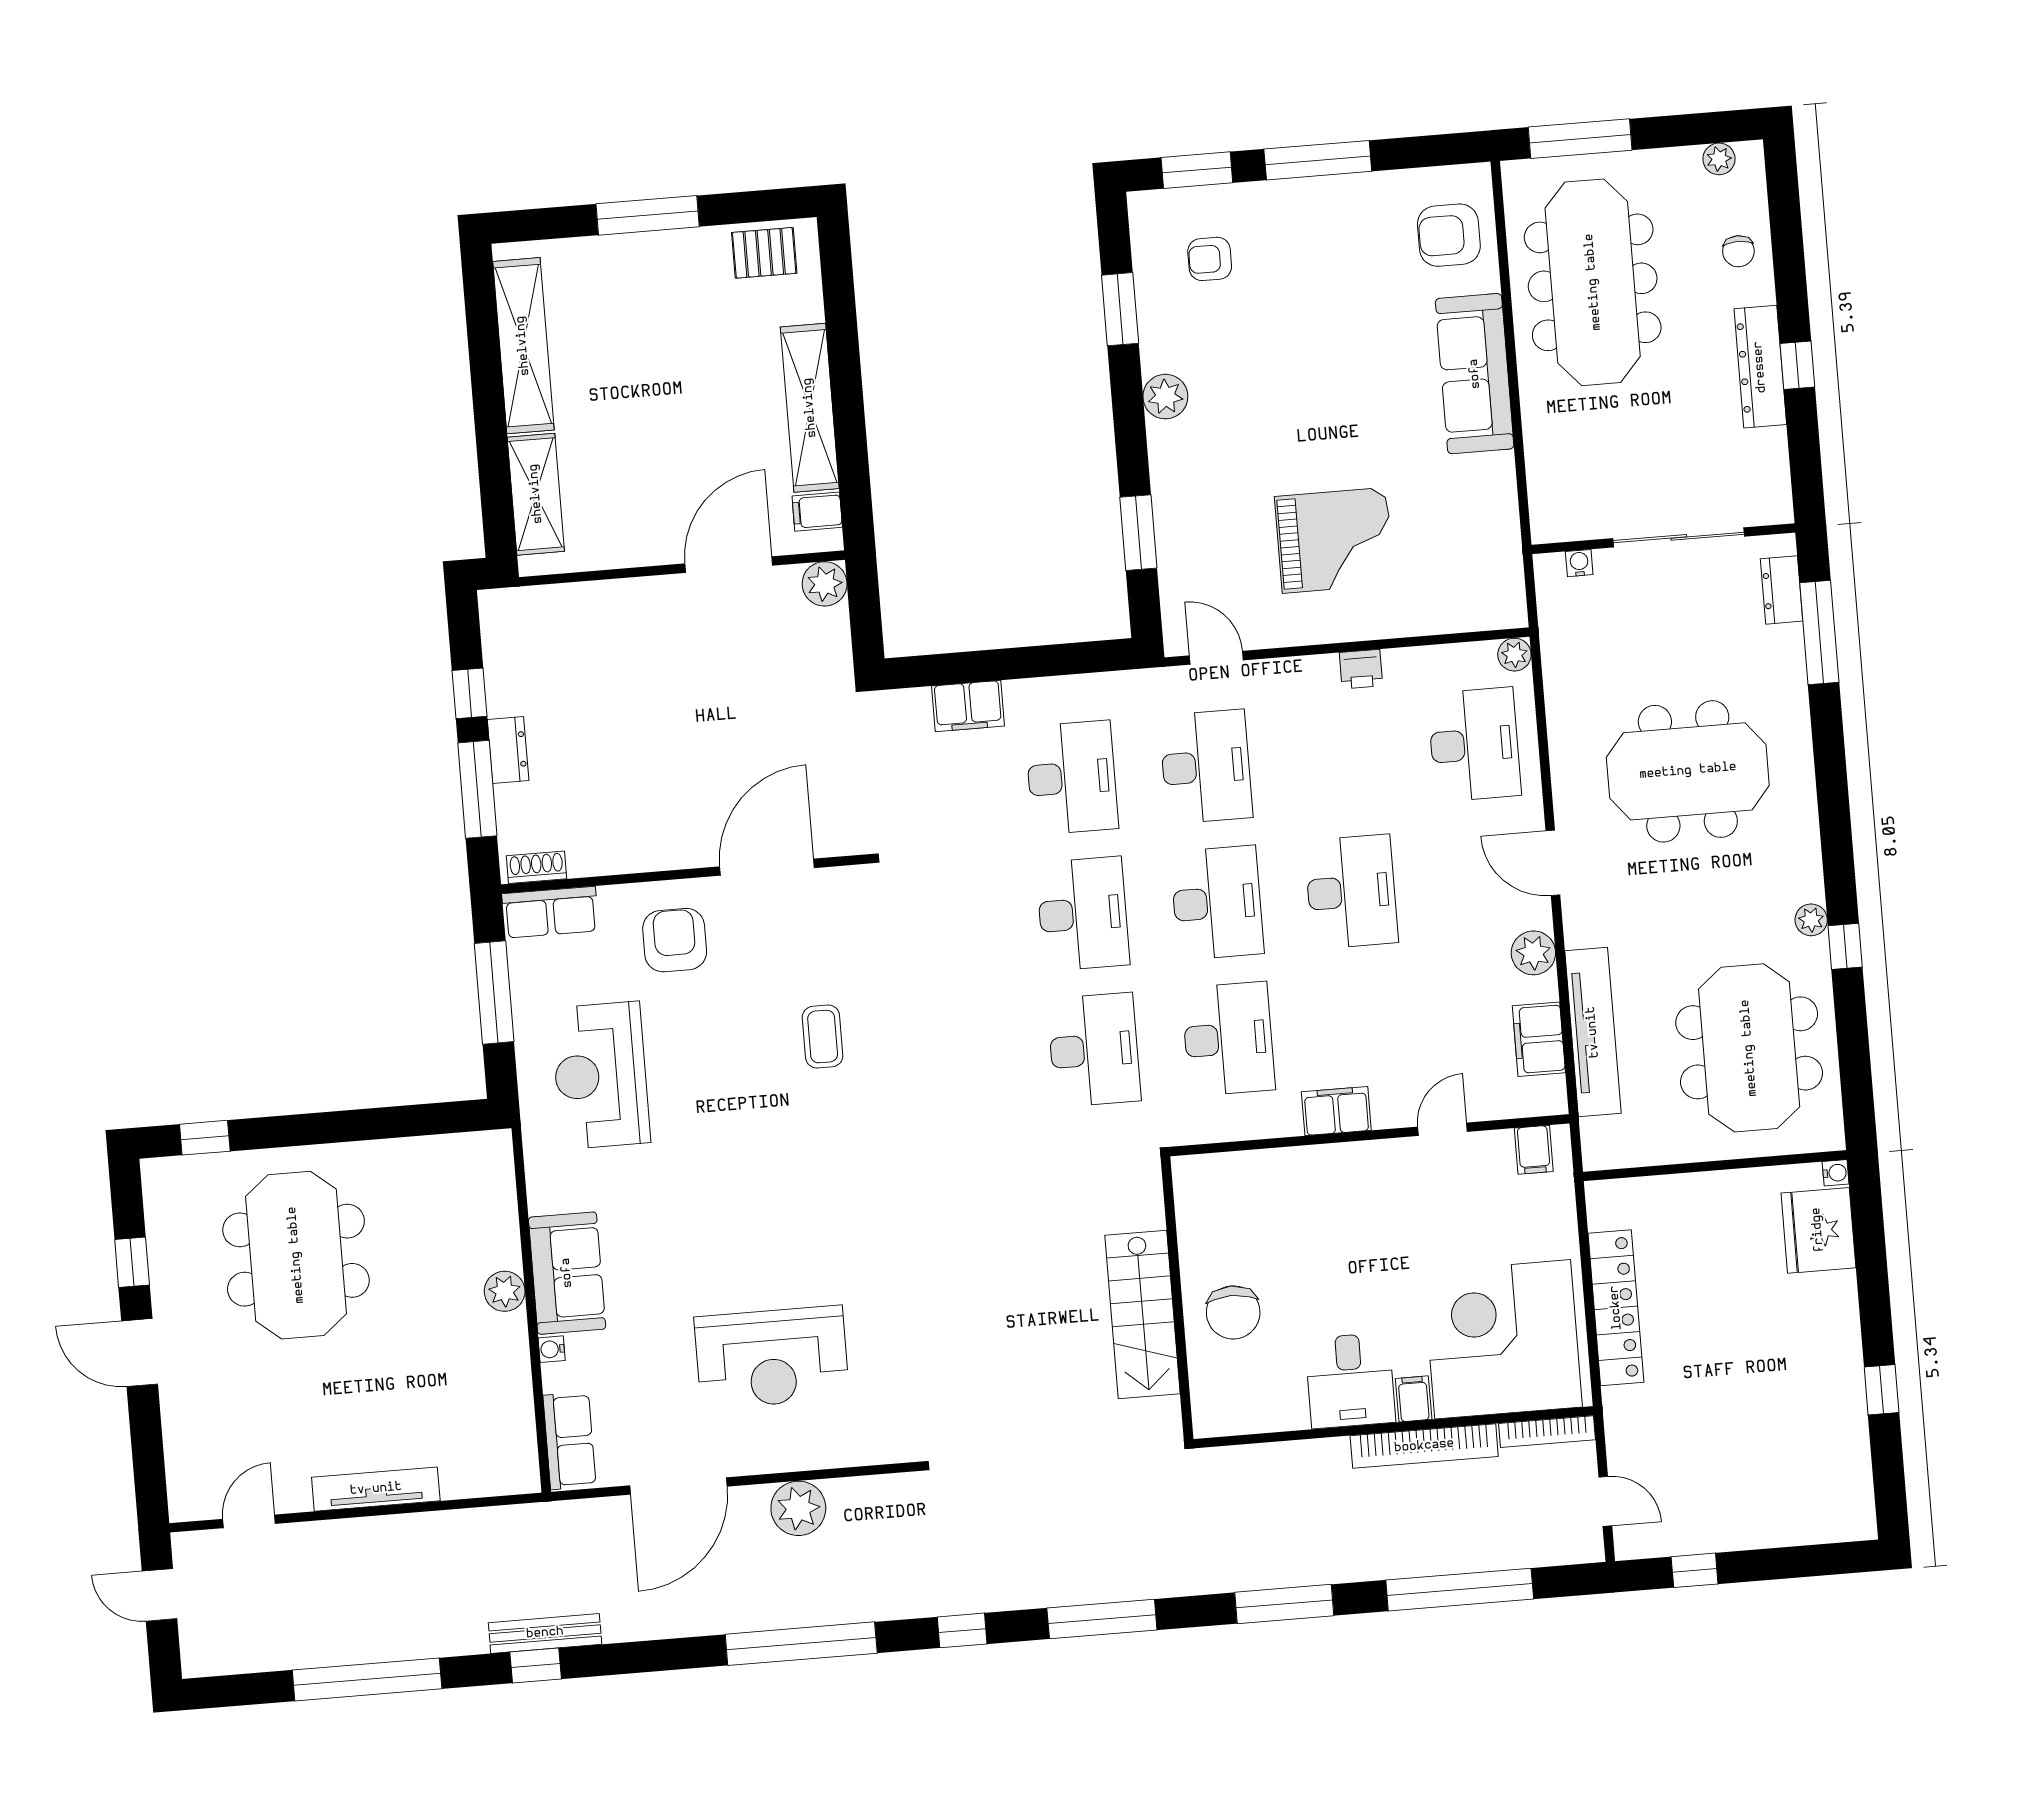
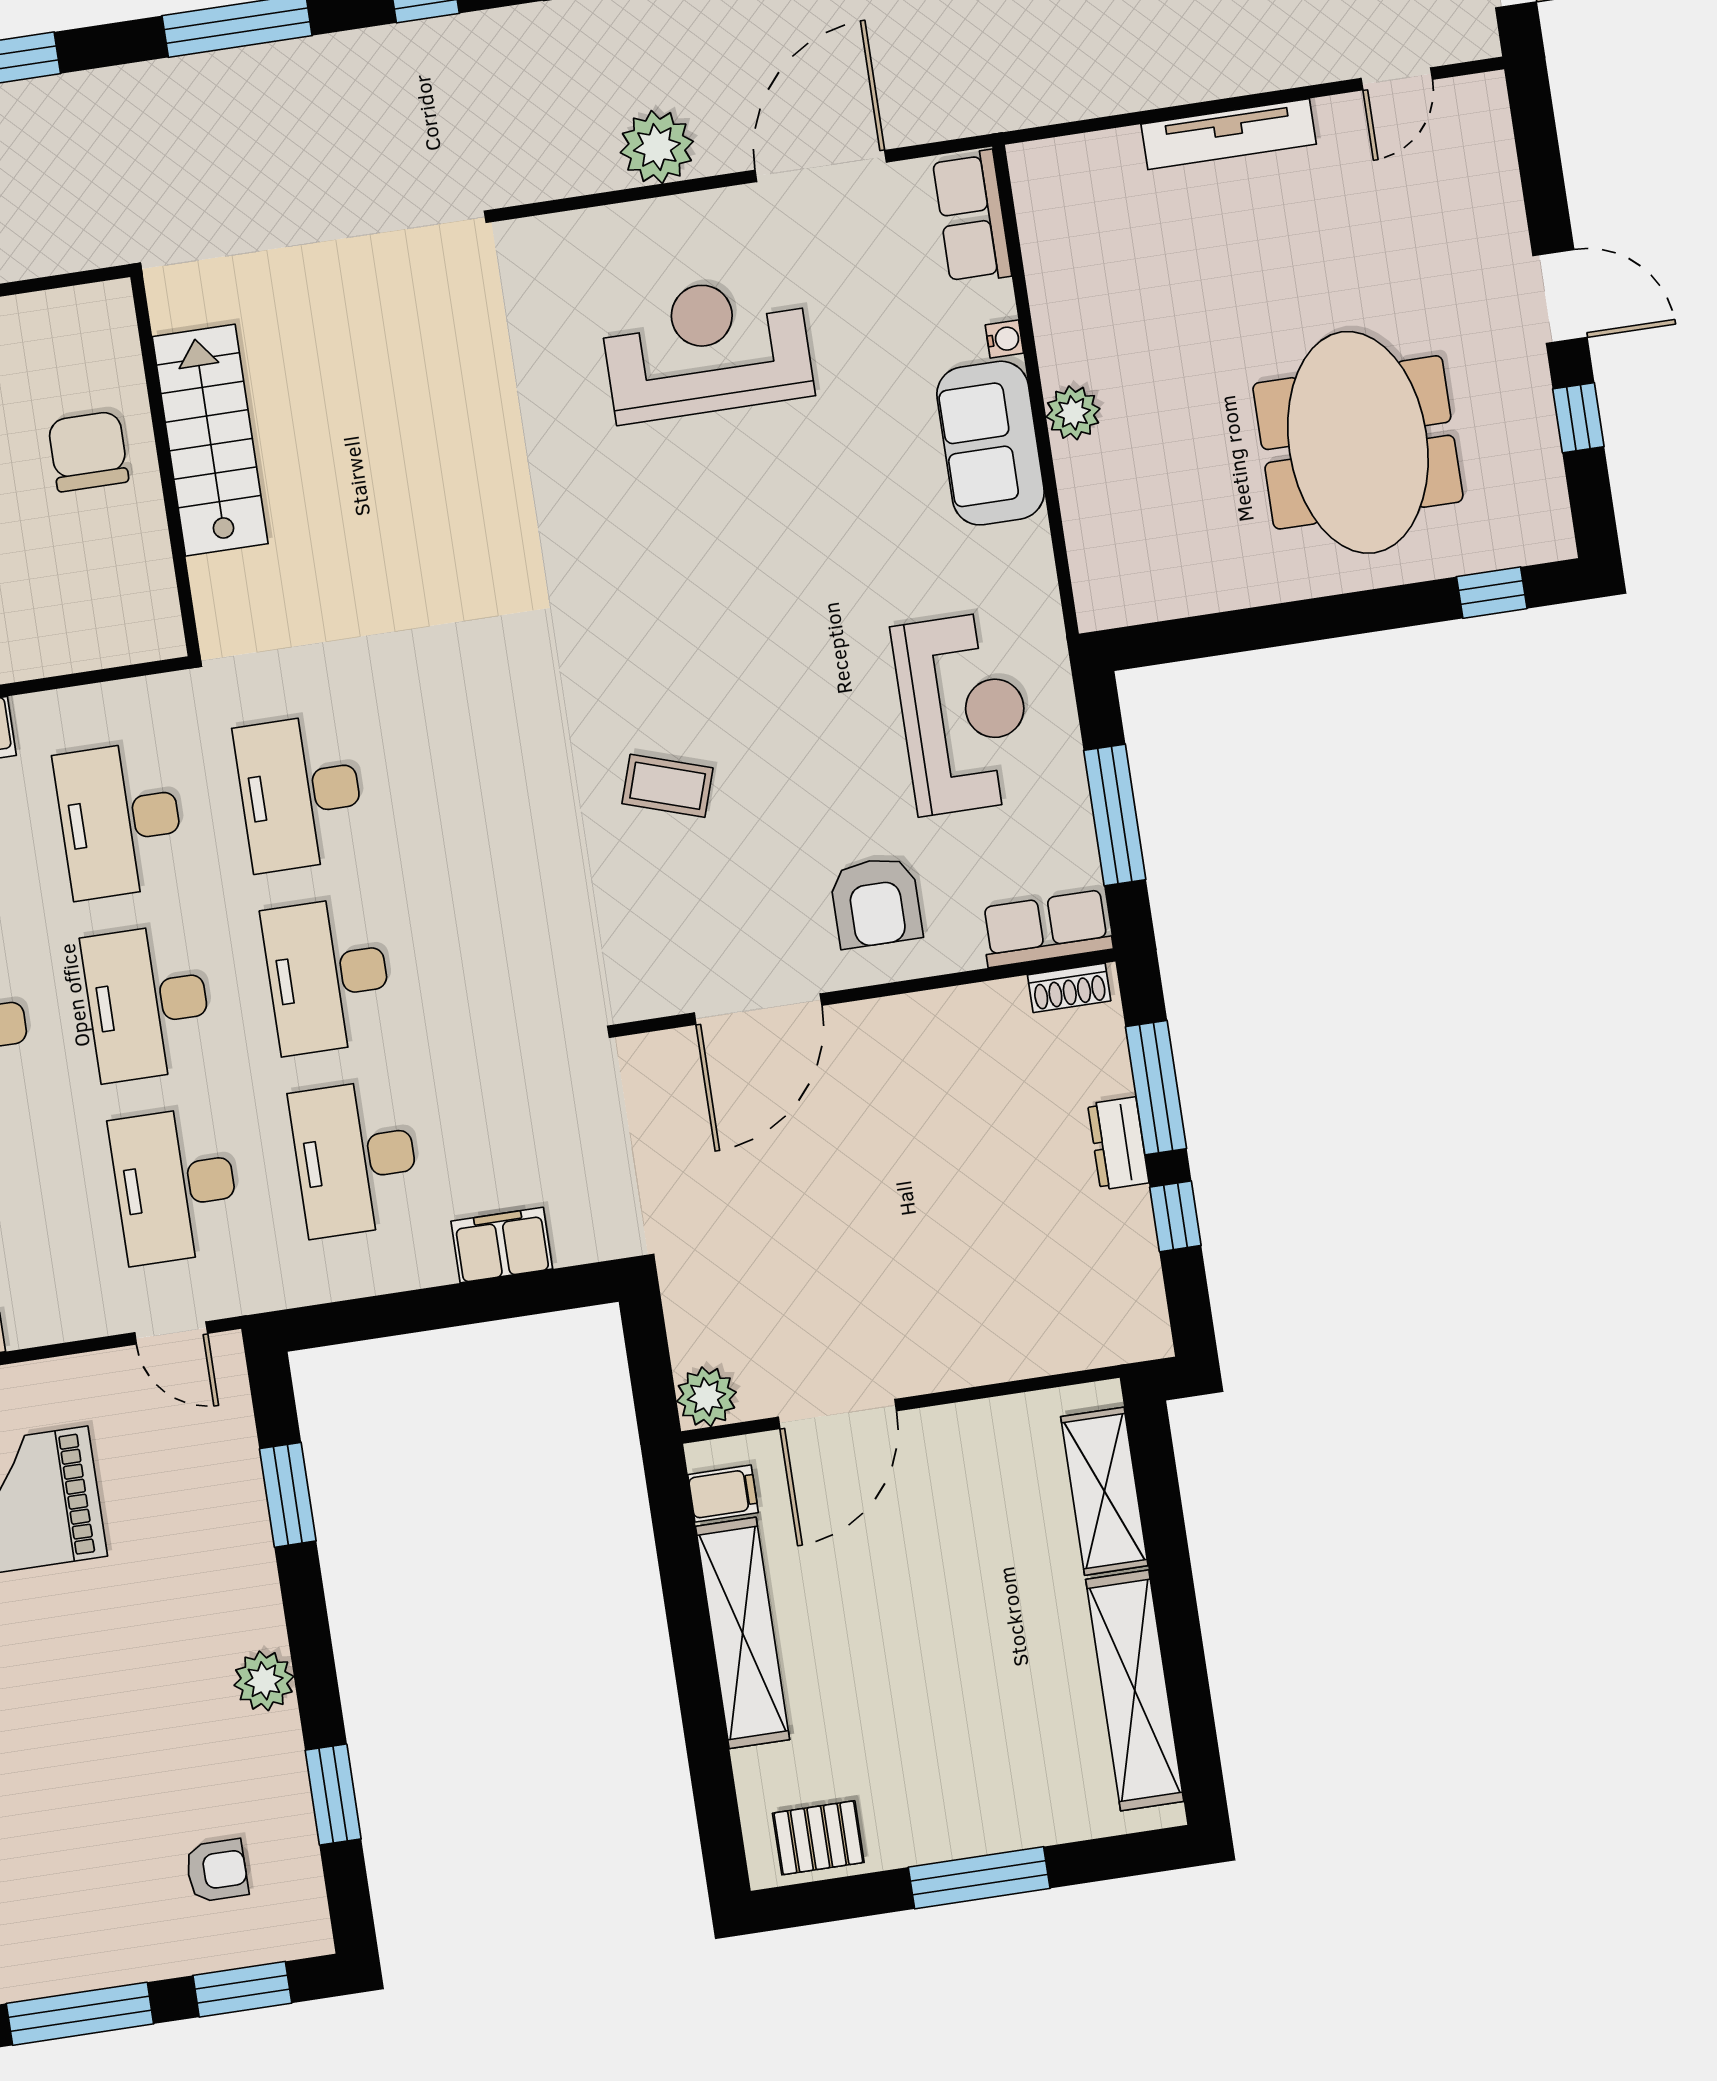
coffee table: (823, 1037) -> (668, 786), turned -72

